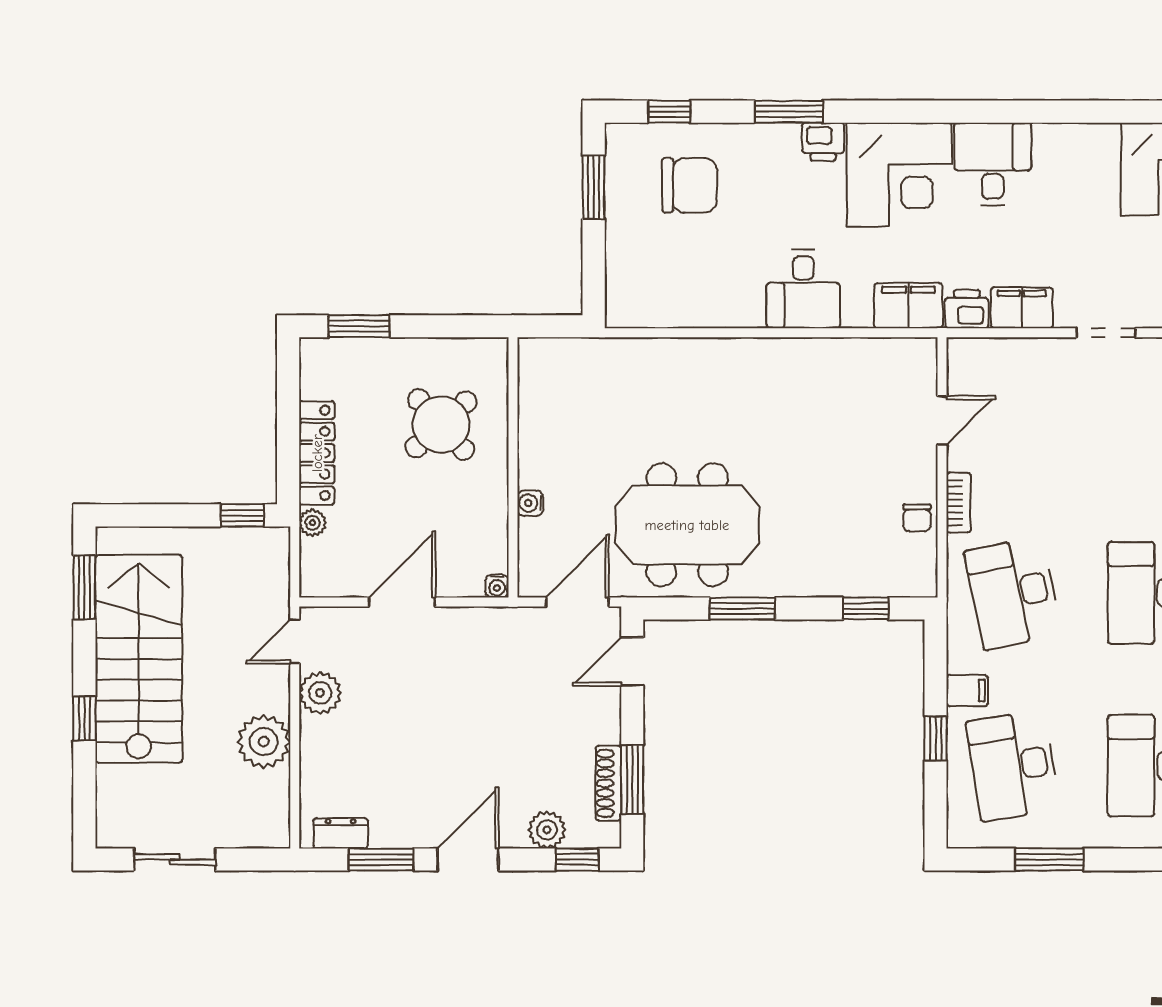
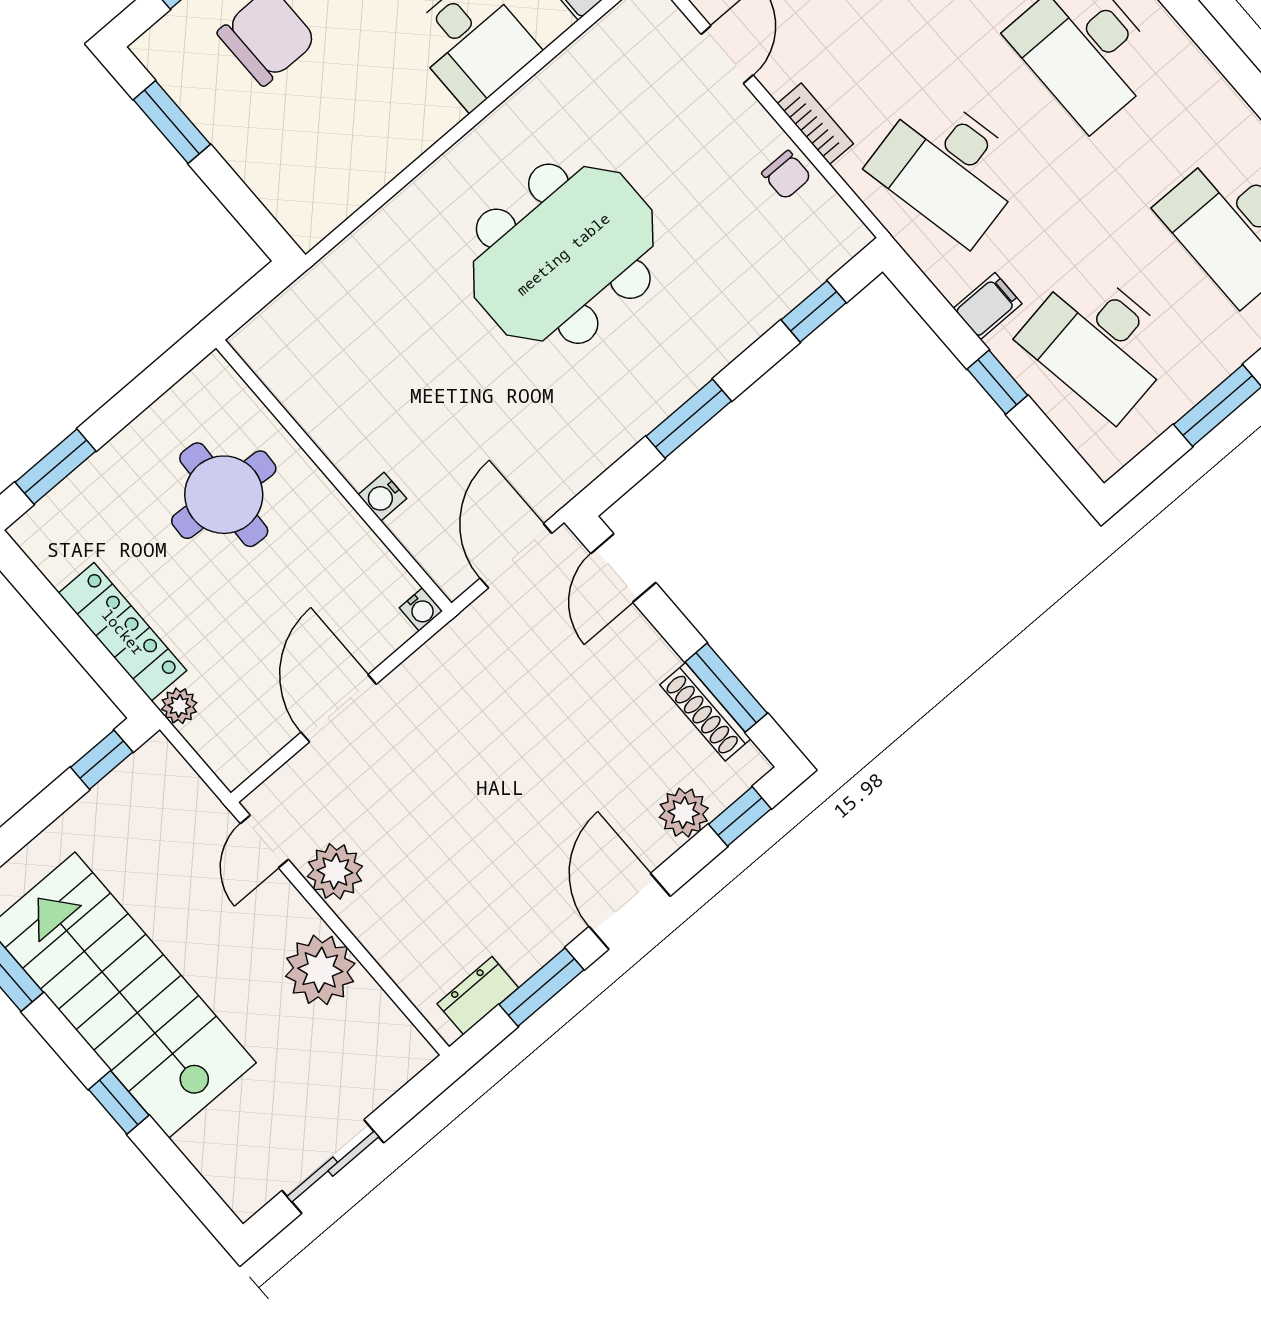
round table: (441, 424) -> (224, 495), turned 45
meeting table: (687, 525) -> (563, 254), moved

